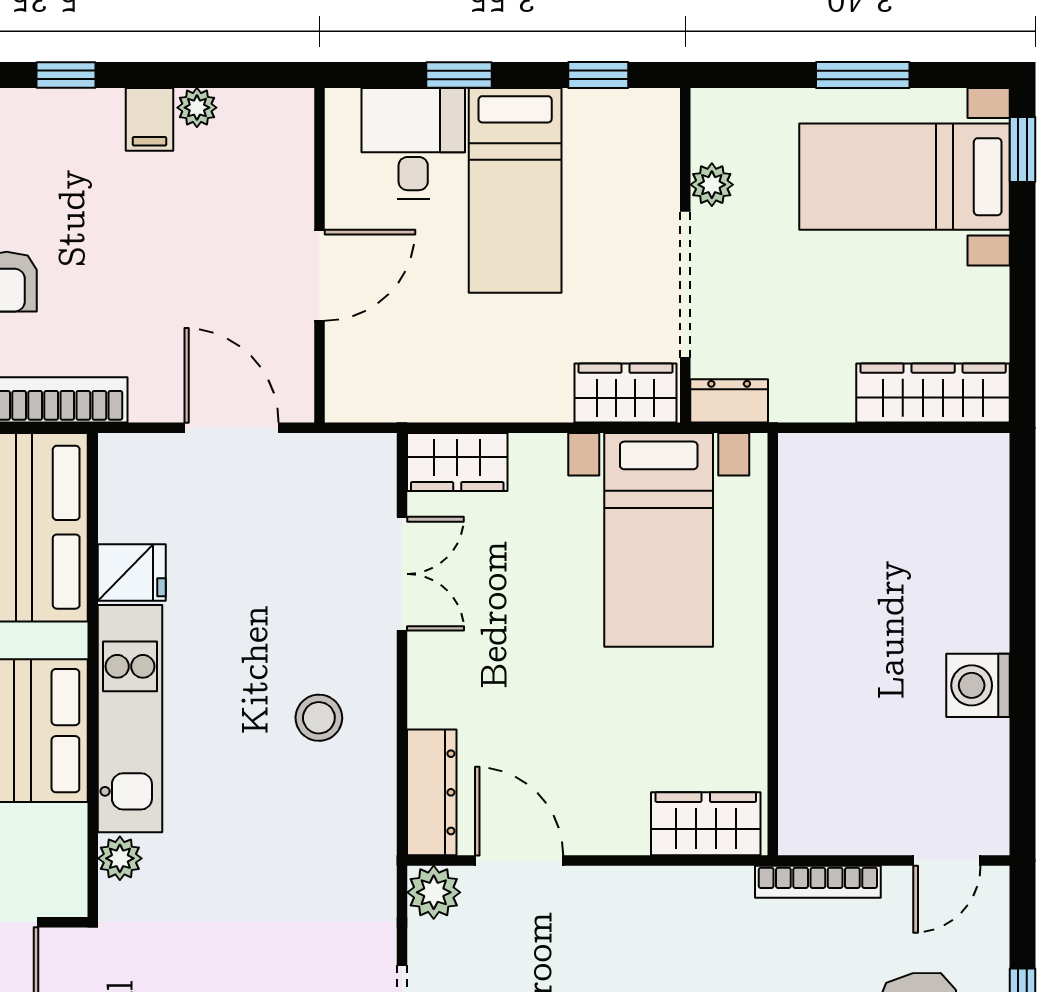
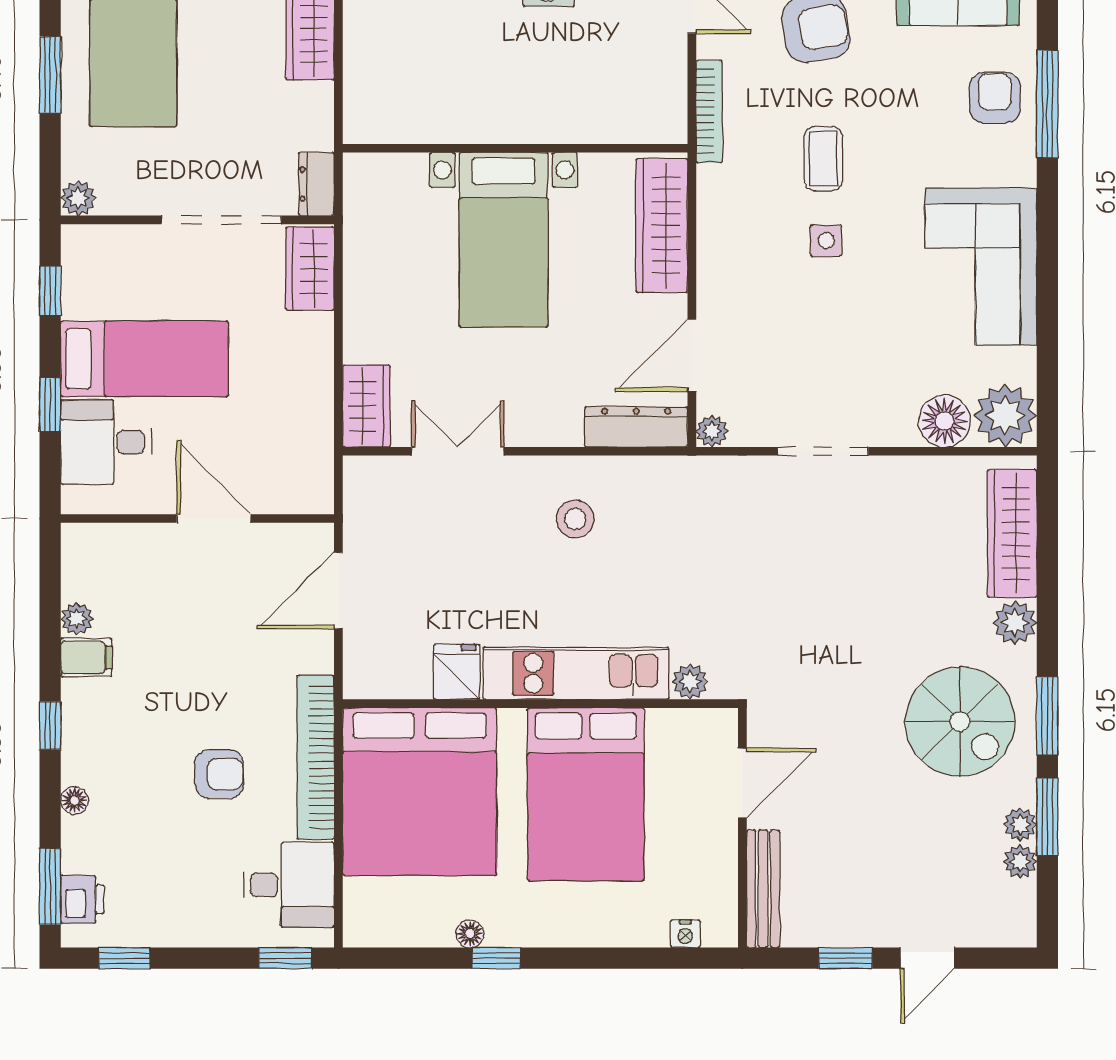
plant: (712, 185) -> (78, 198), moved
bed with nightstands: (659, 540) -> (504, 240), moved, turned 90
wardrobe: (706, 824) -> (662, 225), width x1.50
plant: (434, 892) -> (712, 431), width x0.73, depth x0.73

